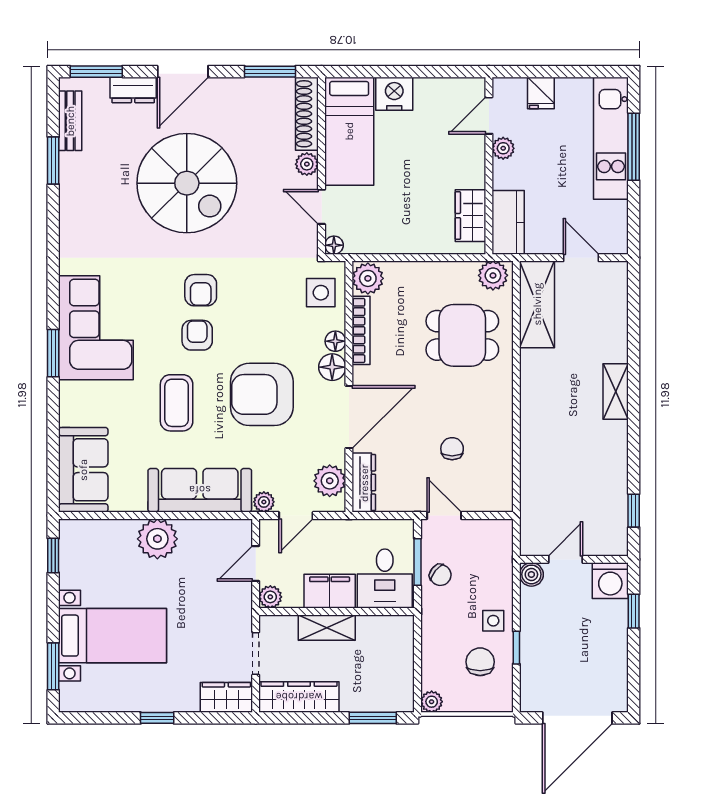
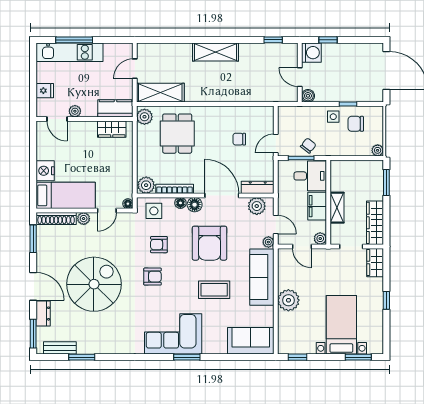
armchair: (197, 335) -> (159, 245), moved
shelving: (616, 391) -> (216, 52), width x1.50, depth x1.33

